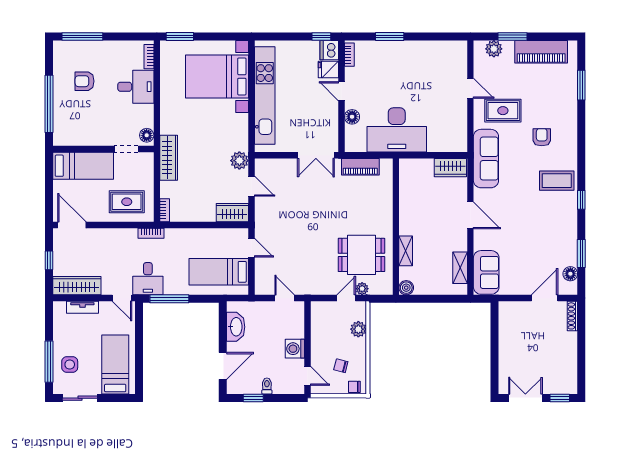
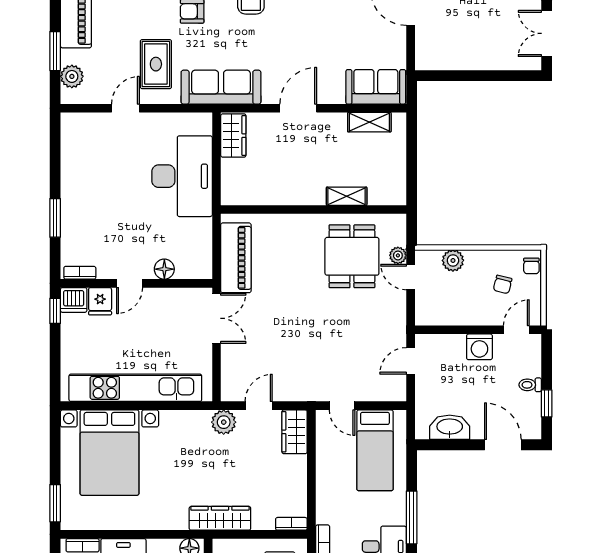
desk: (397, 130) -> (182, 176), moved
piano: (360, 167) -> (236, 258), width x1.37, depth x1.33
door: (252, 248) -> (342, 406), swing flipped
boiler: (406, 288) -> (397, 195), removed

